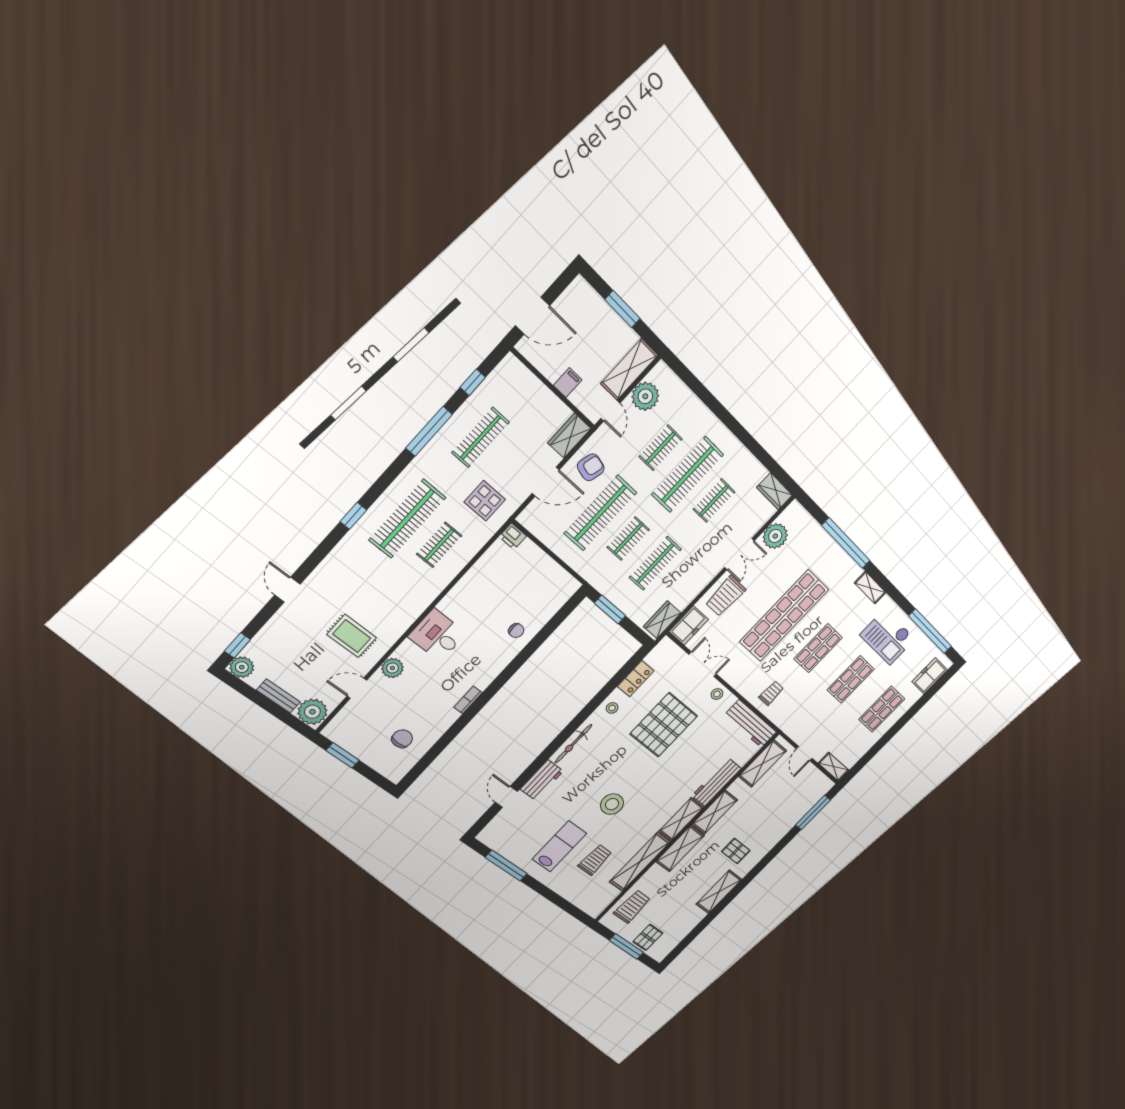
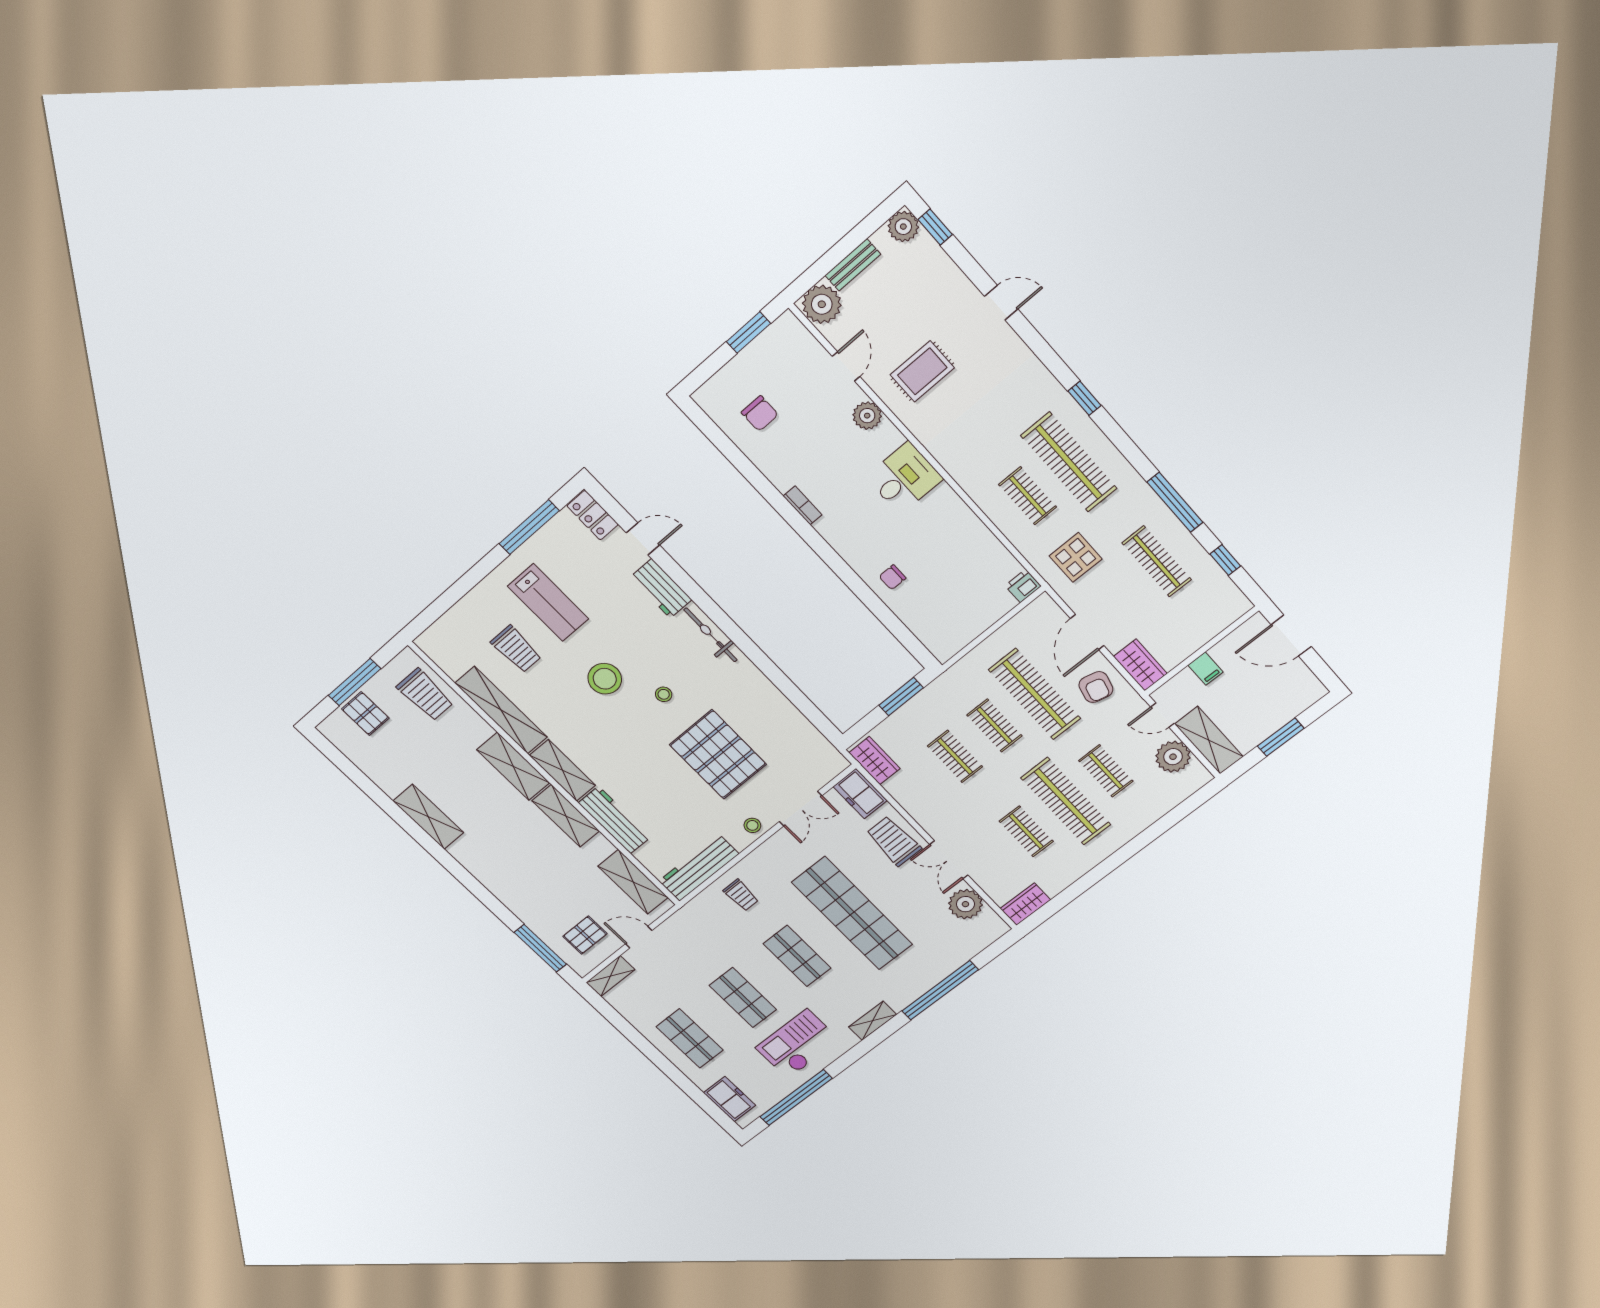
door: (532, 316) -> (1291, 636), hinge flipped
clothes rail: (655, 563) -> (955, 756), width x0.73
locker: (636, 679) -> (593, 515), moved
stool: (612, 708) -> (664, 694), moved
pallet: (736, 851) -> (585, 935), moved

